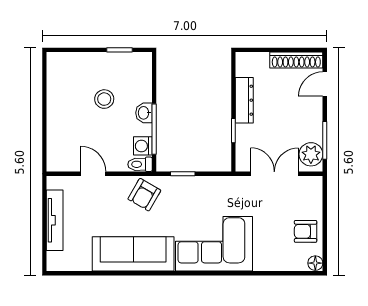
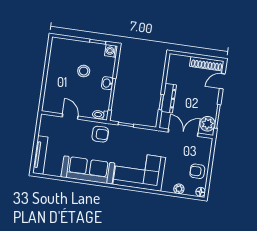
dresser: (244, 100) -> (169, 98), moved
washing machine: (143, 146) -> (111, 51), moved
armchair: (144, 195) -> (100, 134), turned -120
tv unit: (55, 220) -> (40, 155), moved
plant: (281, 263) -> (179, 189), added

